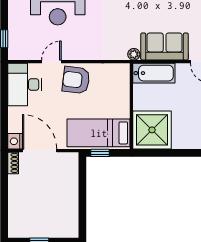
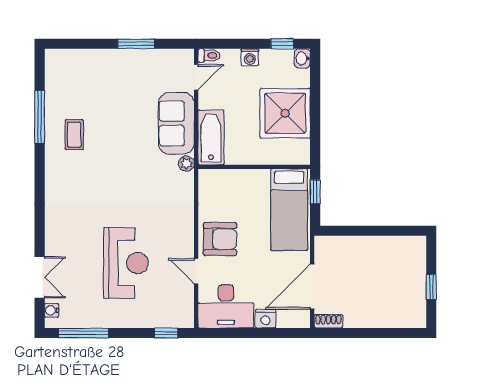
armchair: (76, 80) -> (220, 239), turned -97
shower: (152, 130) -> (285, 113), moved
nightstand: (15, 141) -> (265, 319), moved
window: (100, 153) -> (315, 192), moved

